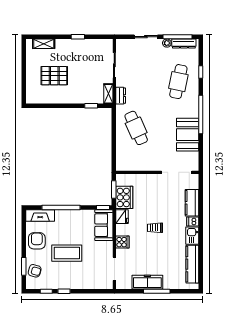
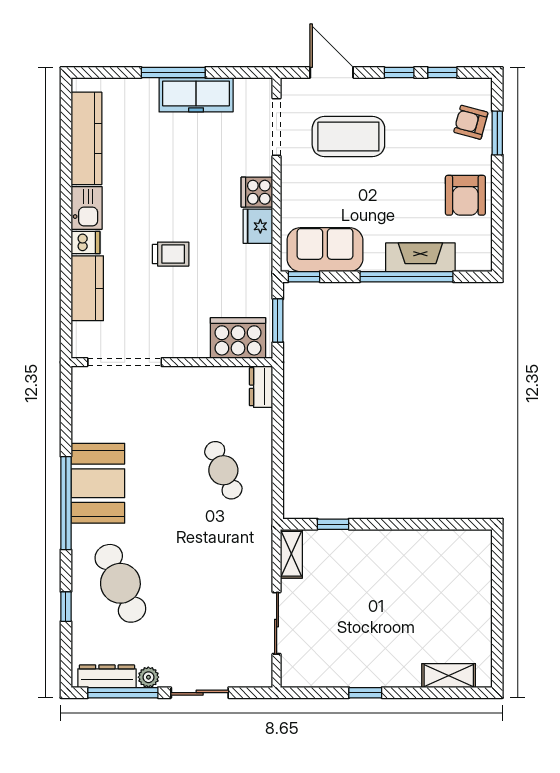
pallet: (54, 76) -> (423, 598), removed
cafe table: (178, 82) -> (120, 583), turned -36
dresser: (121, 96) -> (261, 387), moved
cafe table: (136, 128) -> (223, 470), width x0.73, depth x0.74
booth: (188, 135) -> (98, 483), moved
cooker: (124, 197) -> (238, 338), moved, turned 90
fireplace: (40, 215) -> (420, 257), moved
fridge: (122, 217) -> (258, 226), moved
sofa: (104, 225) -> (325, 250), moved, turned -90
trolley: (155, 228) -> (171, 254), moved
coffee table: (67, 253) -> (348, 137), moved
door: (92, 291) -> (332, 72), added

